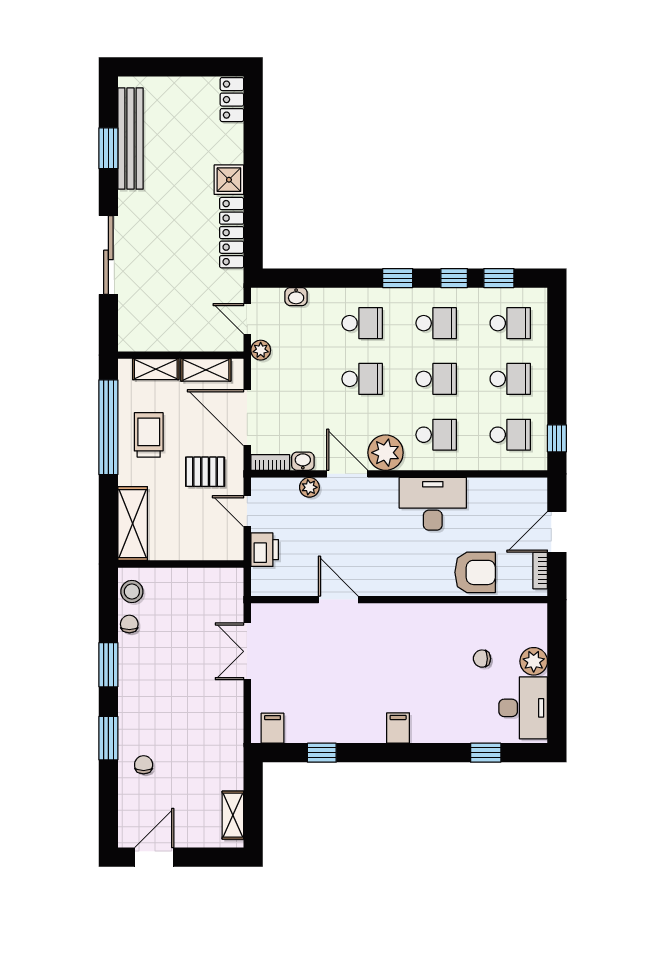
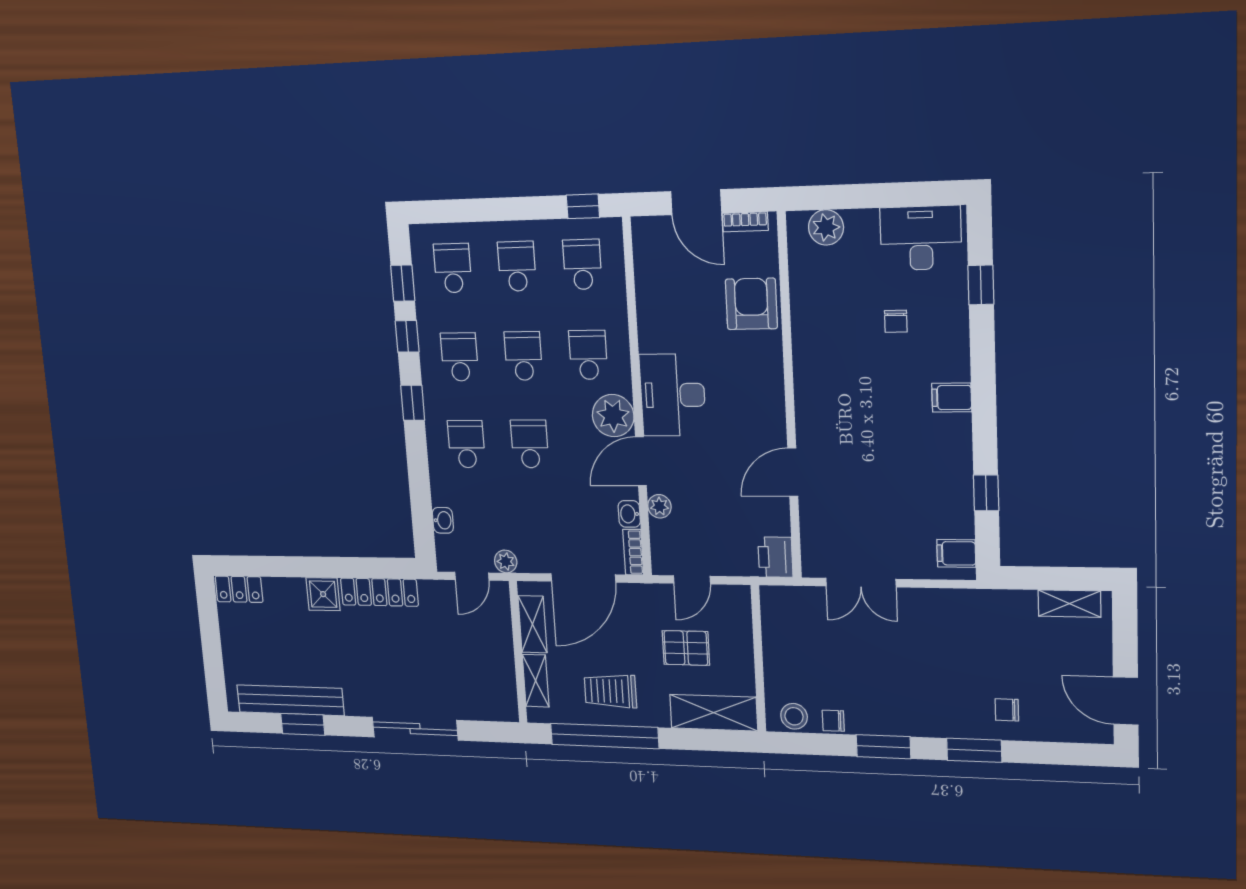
pallet: (205, 472) -> (686, 648), moved, turned 90
desk: (433, 504) -> (673, 395), moved
printer: (265, 550) -> (775, 557), moved, turned -90
chair: (482, 659) -> (896, 321), moved
plant: (534, 661) -> (826, 227), moved

